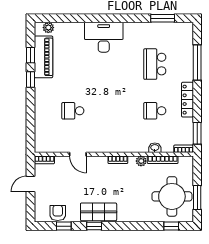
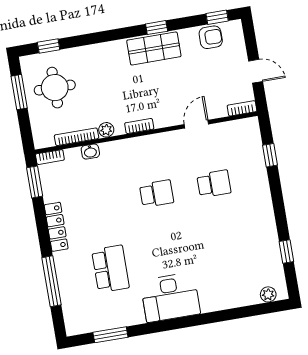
desk: (104, 37) -> (170, 297), moved
piano: (43, 57) -> (268, 252), removed
window: (31, 80) -> (270, 155), moved
school desk: (155, 111) -> (157, 194), moved
door: (78, 154) -> (196, 124), hinge flipped
door: (31, 184) -> (256, 71), hinge flipped
round table: (172, 196) -> (55, 88), width x0.73, depth x0.73
armchair: (58, 213) -> (211, 37), turned -90
window: (64, 226) -> (217, 17), moved

